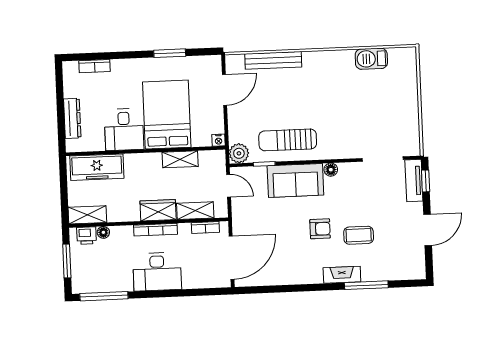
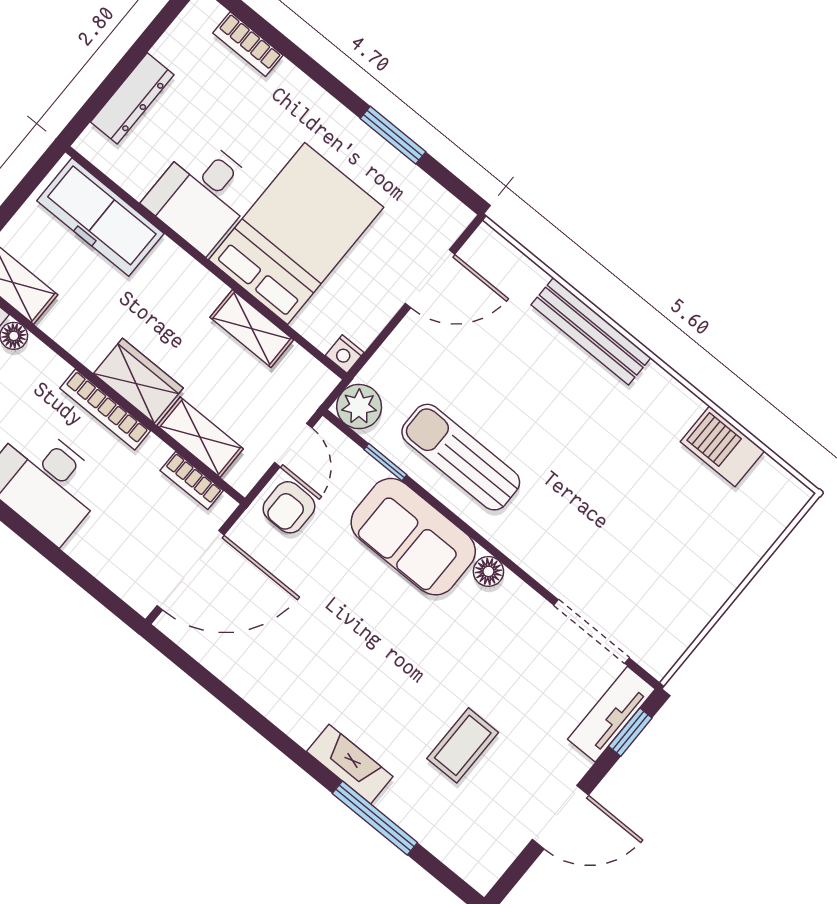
bench: (273, 60) -> (591, 331), moved
armchair: (320, 229) -> (289, 507), moved, turned 90
coffee table: (359, 235) -> (463, 745), moved, turned 90

